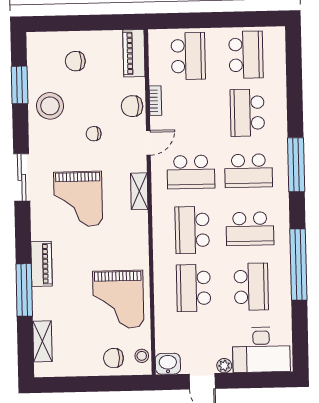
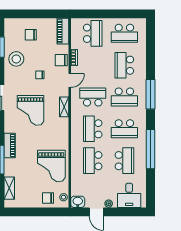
school desk: (246, 55) -> (124, 33), turned 90
school desk: (191, 172) -> (93, 97), turned 180
desk: (261, 350) -> (129, 195), width x0.73

